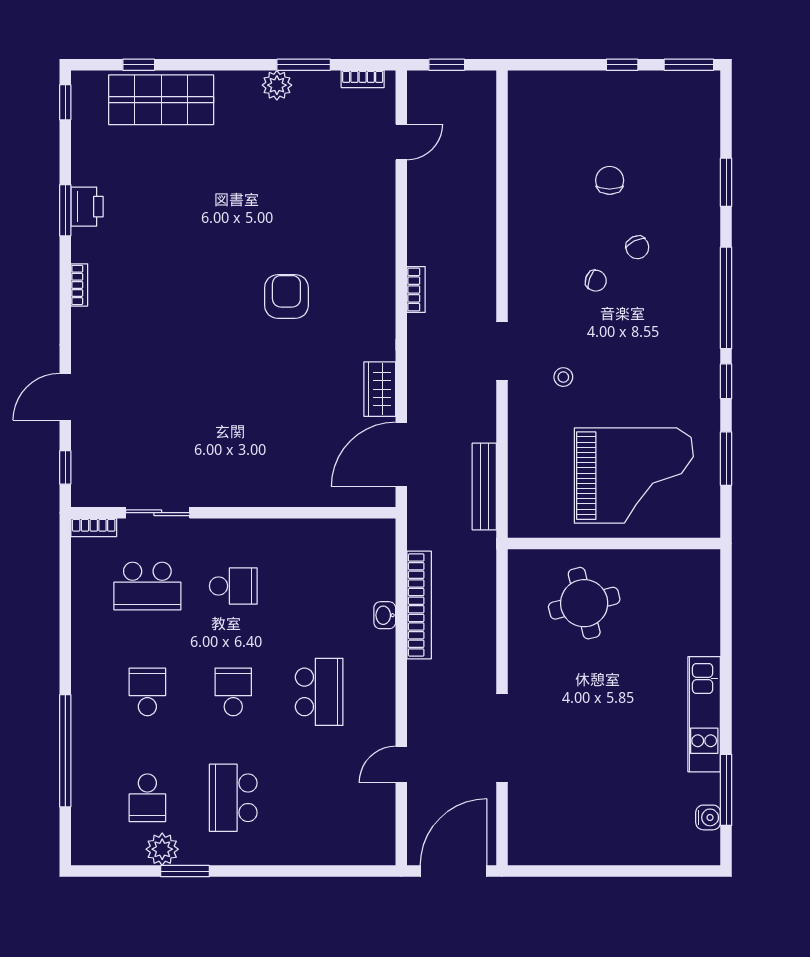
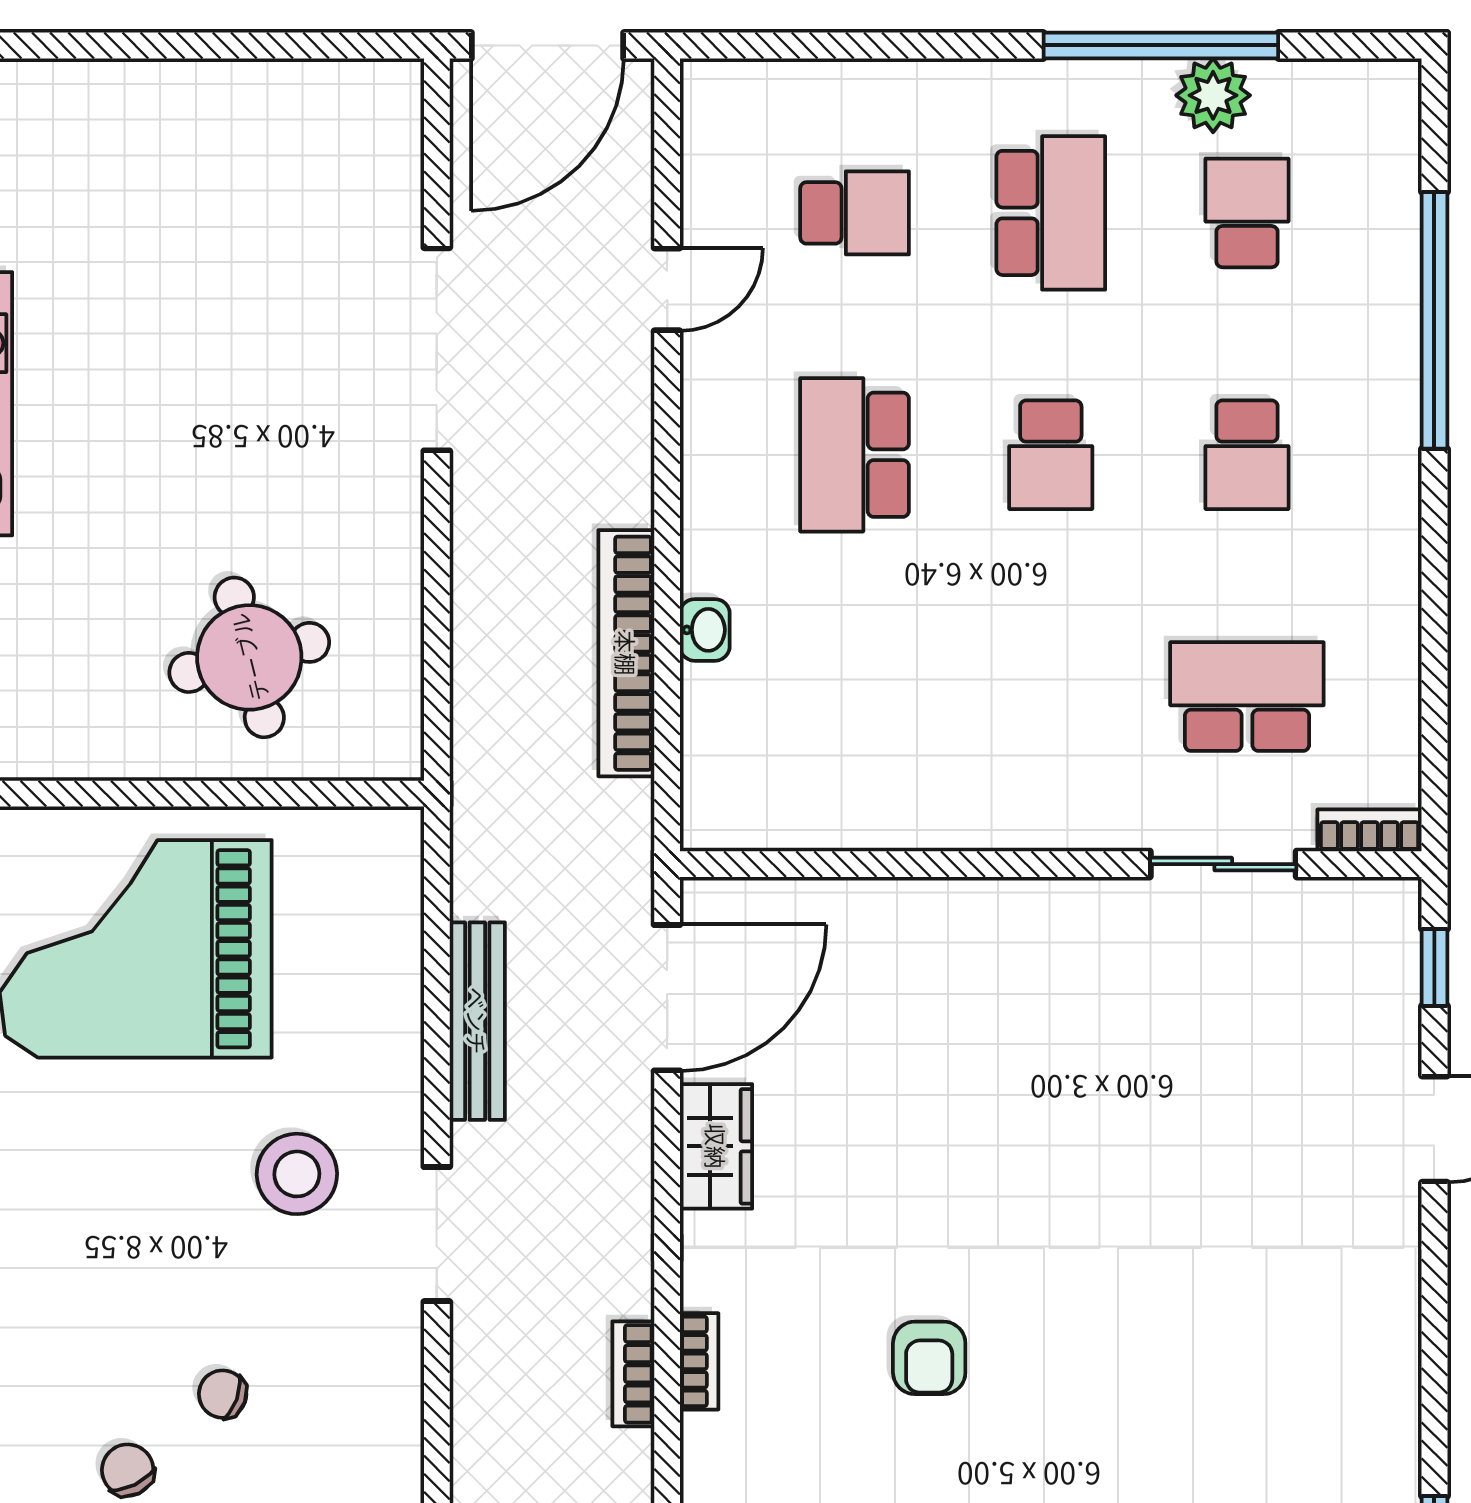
bookcase: (79, 285) -> (699, 1361), moved, turned 180
armchair: (286, 297) -> (929, 1358), width x0.72, depth x0.72
stool: (563, 377) -> (297, 1174), width x1.89, depth x1.89
bench: (484, 487) -> (477, 1021), moved
school desk: (233, 586) -> (855, 213), moved, turned 180
window: (185, 871) -> (1161, 45), width x2.11

